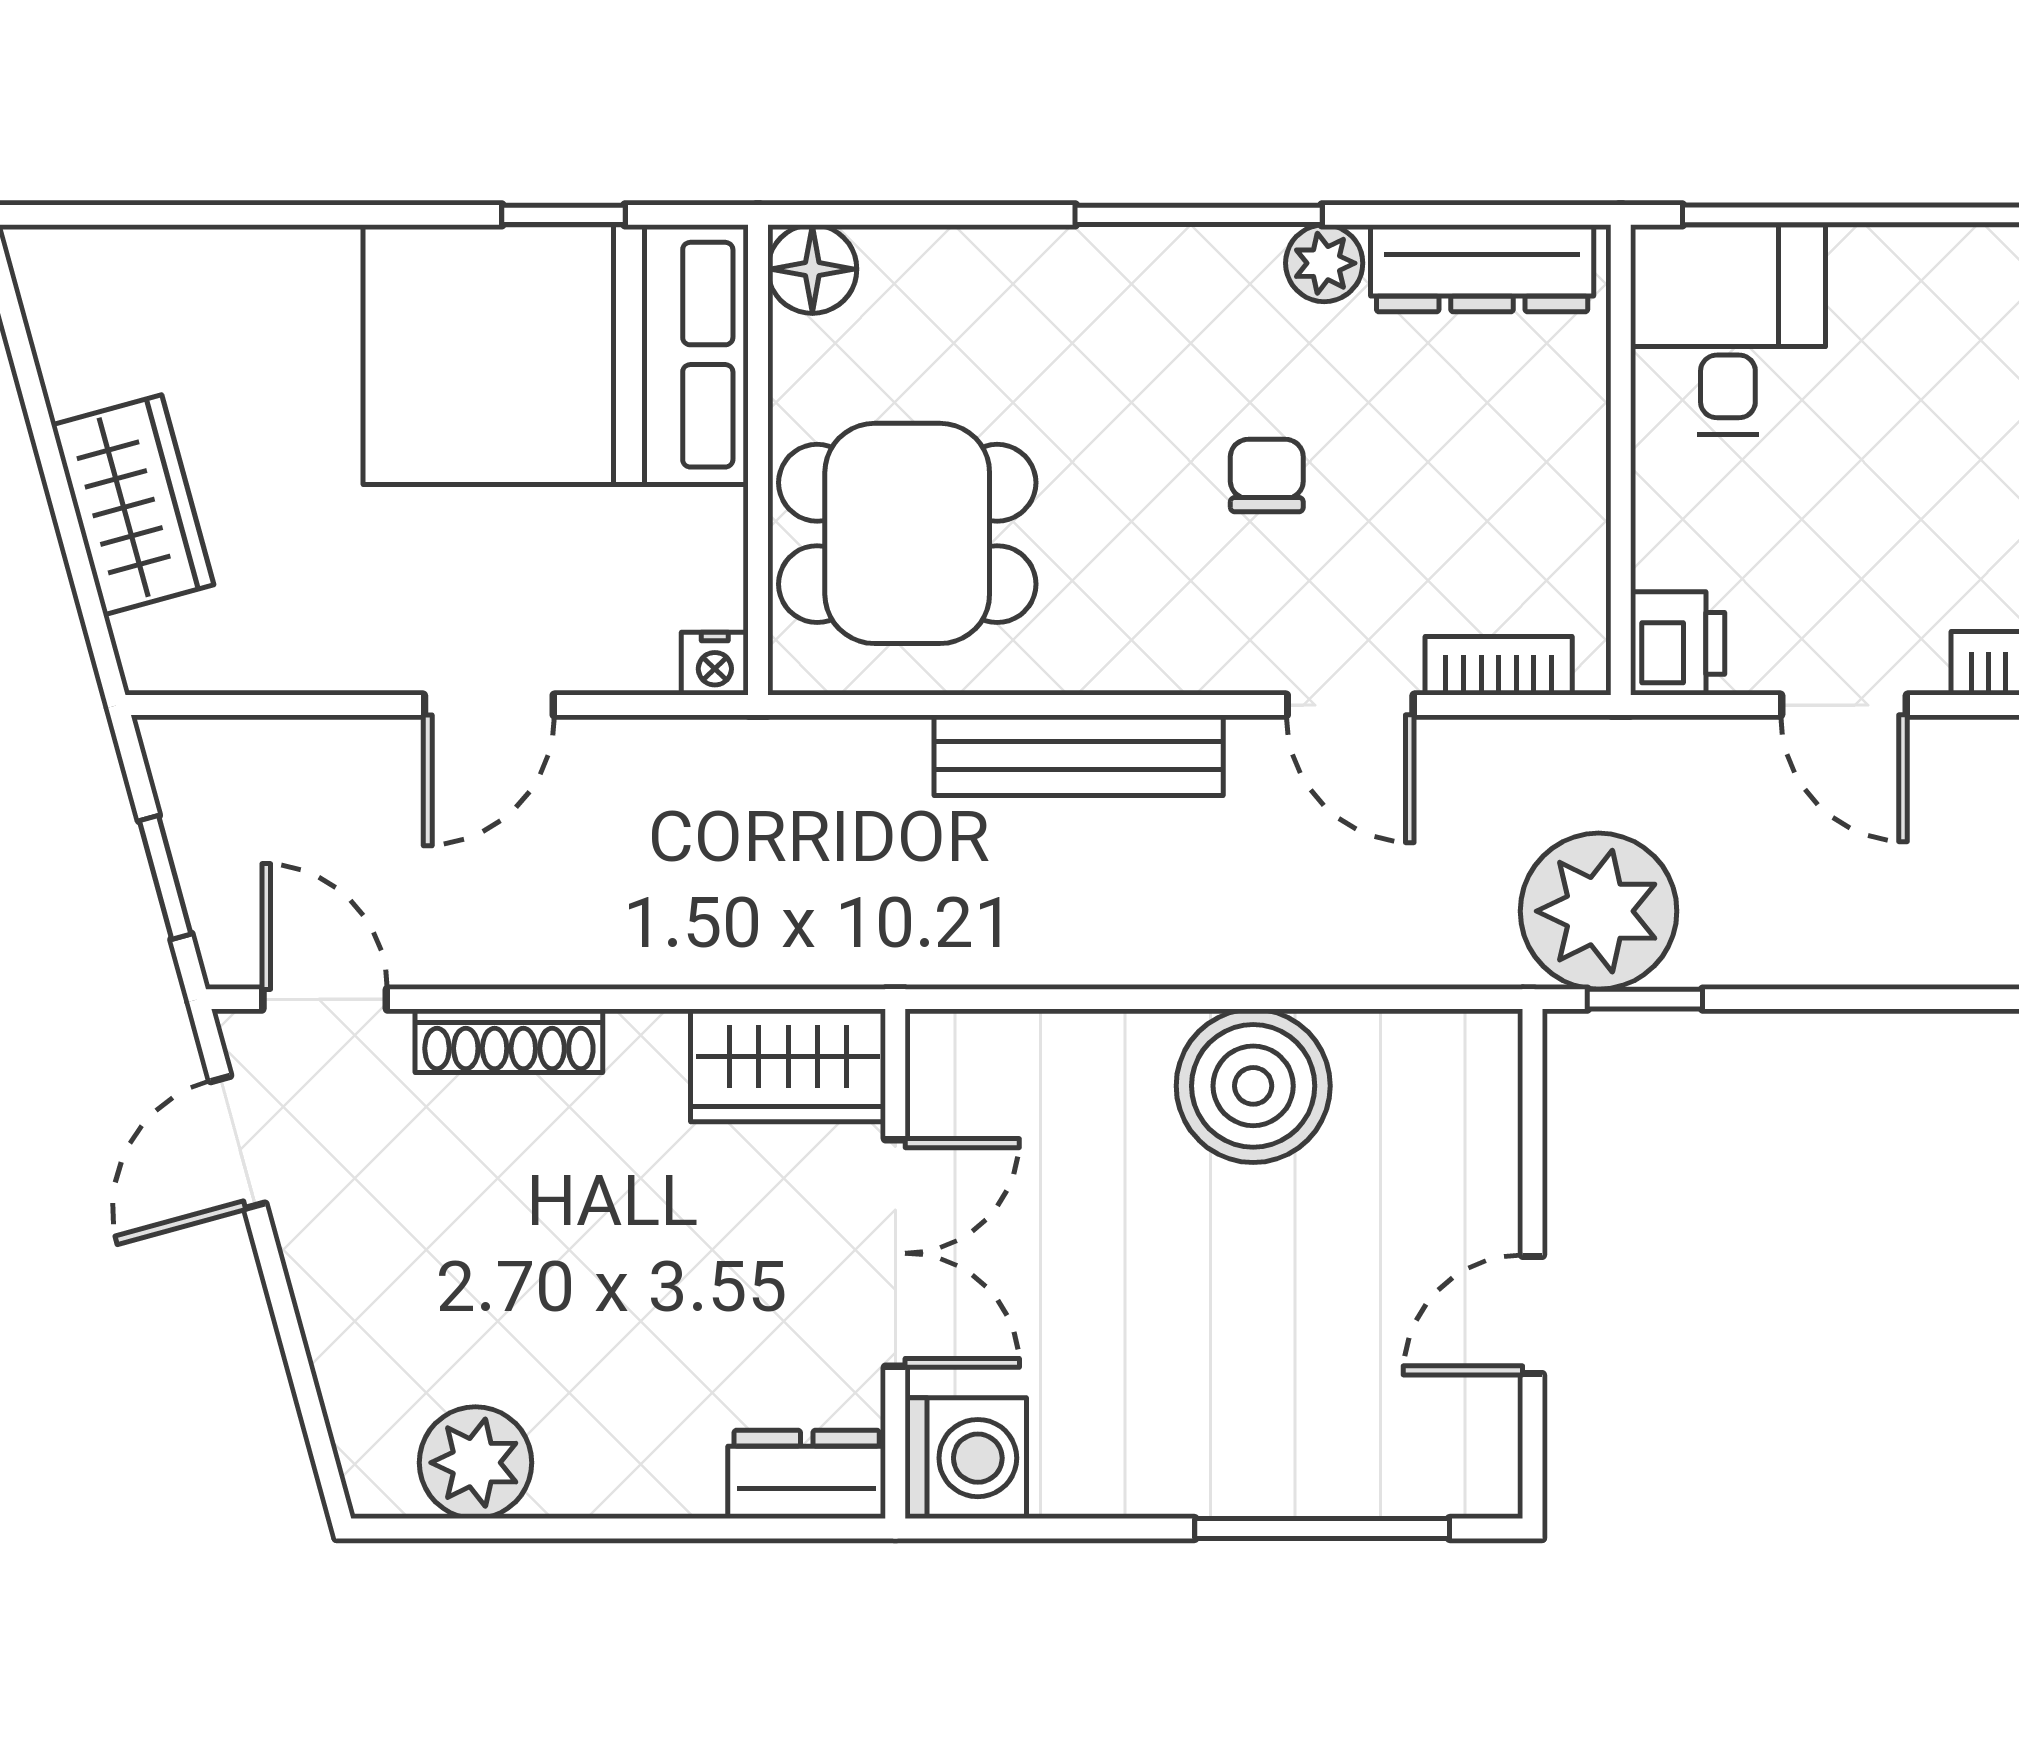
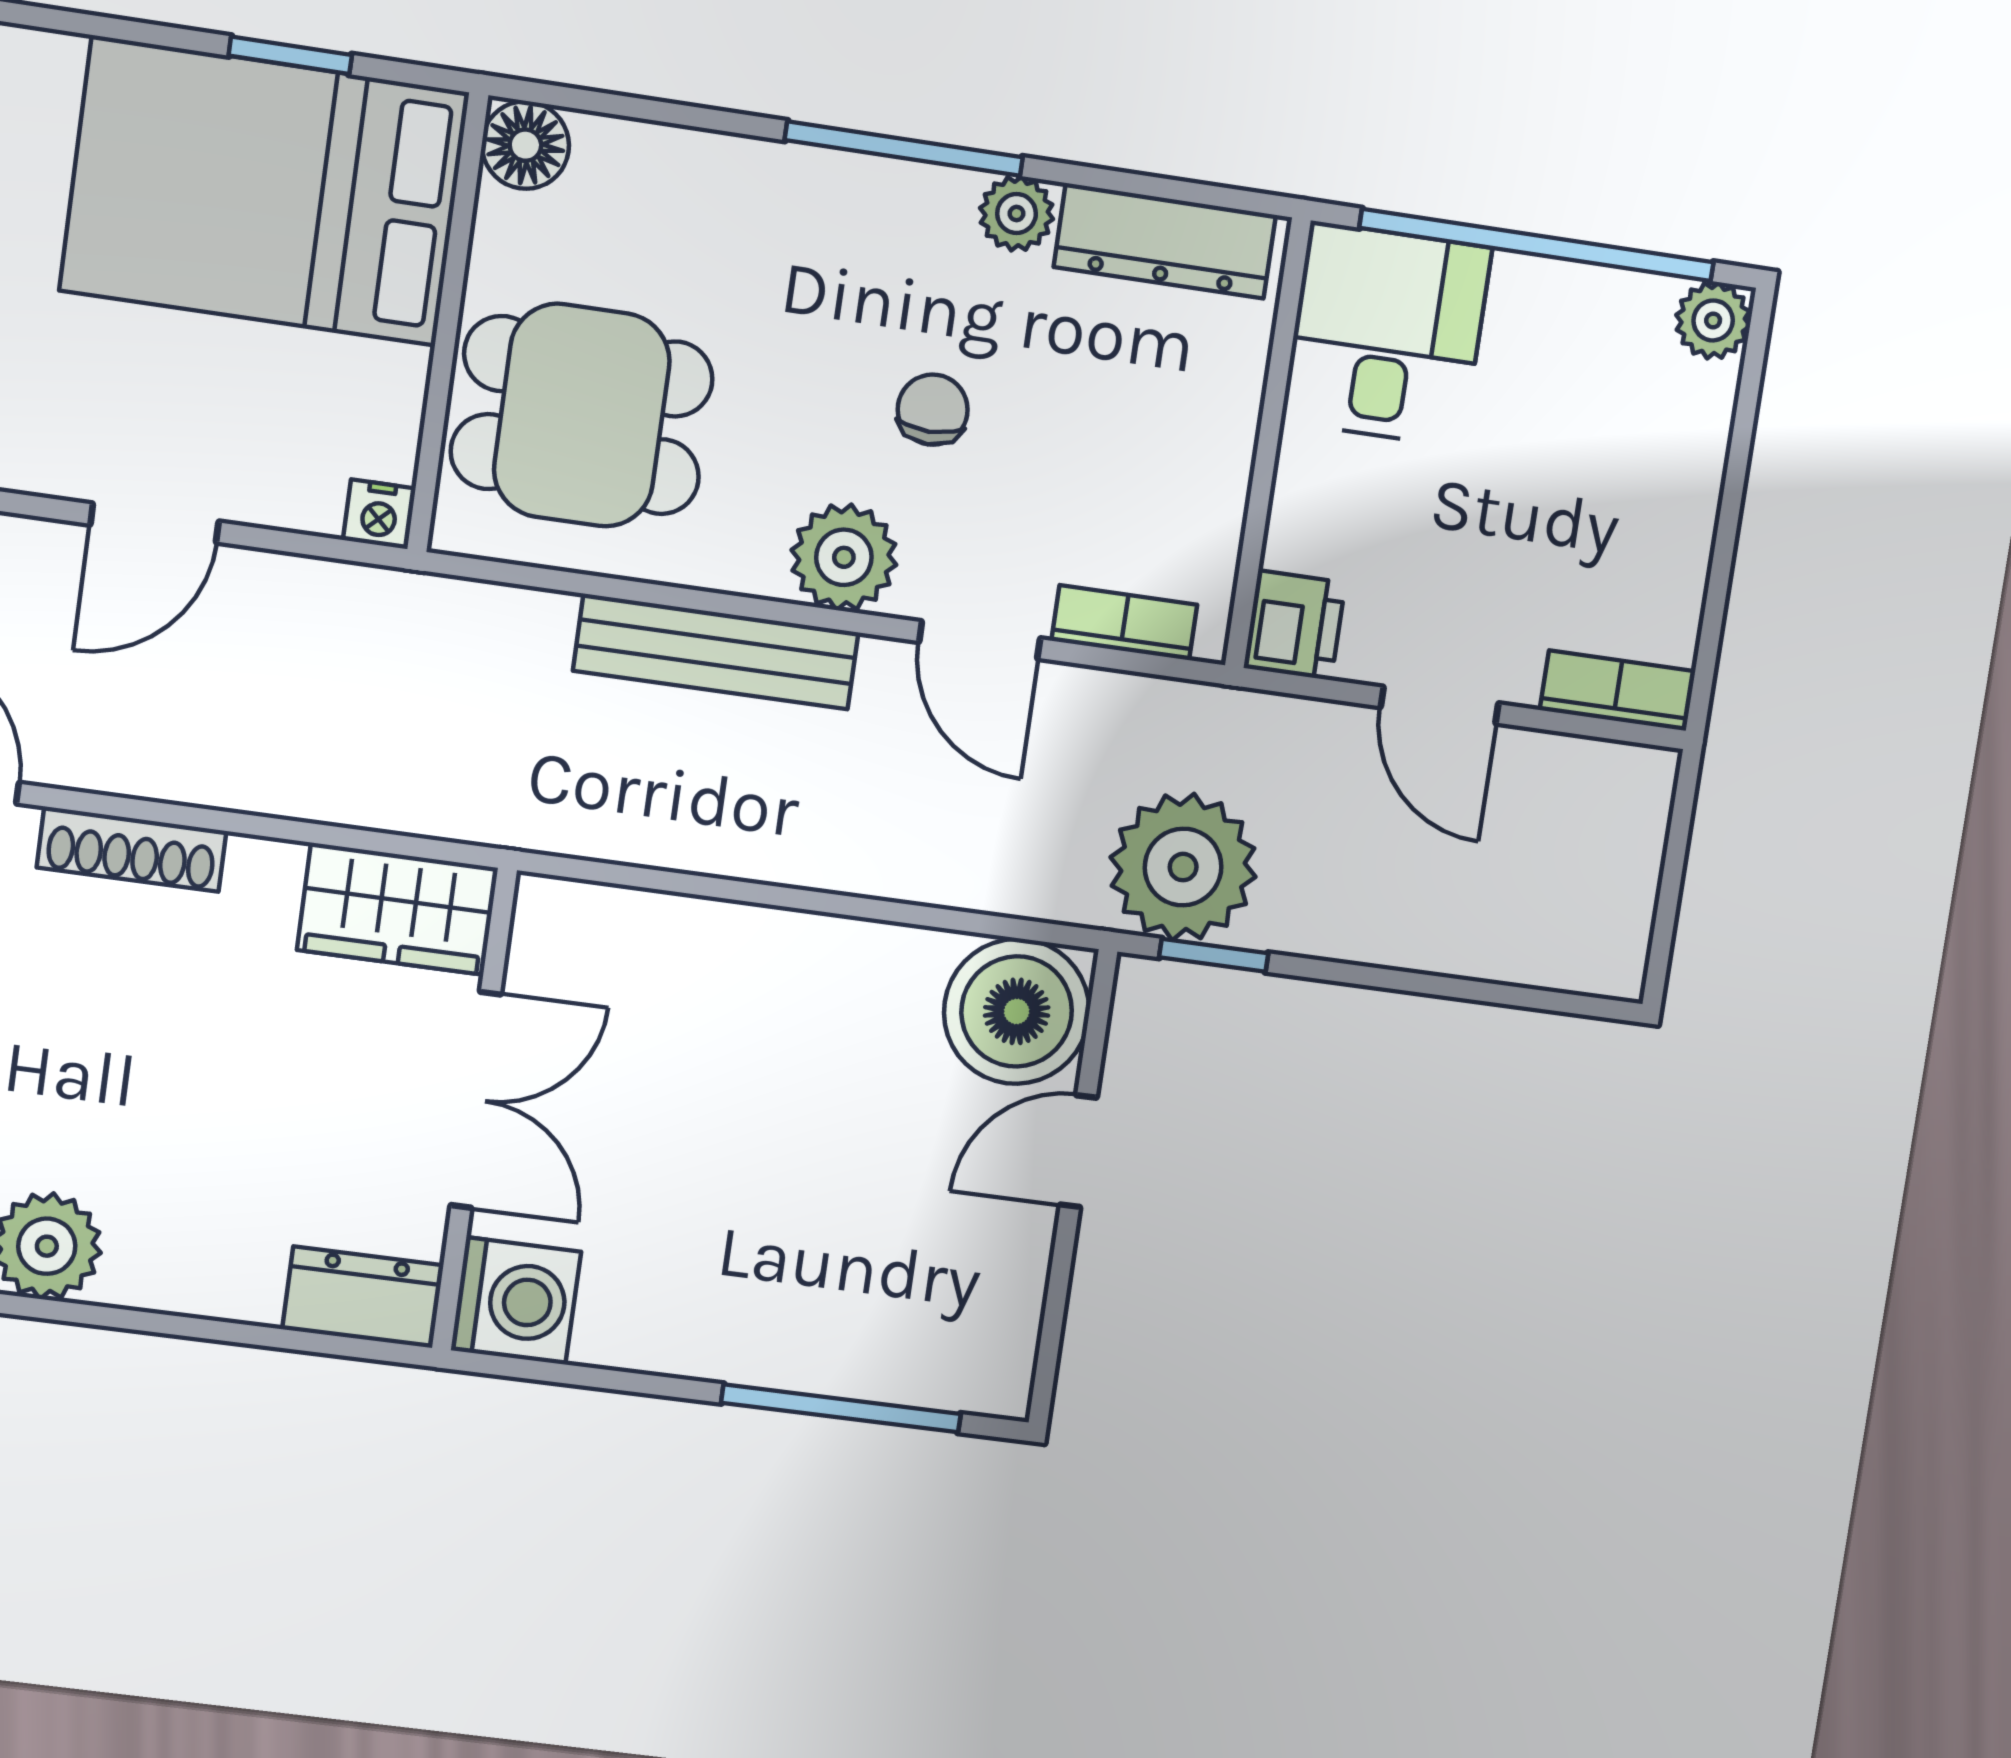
plant: (1197, 640) -> (844, 557), added
boiler: (1253, 1086) -> (1017, 1011), moved
door: (1533, 1315) -> (1078, 1151), moved

